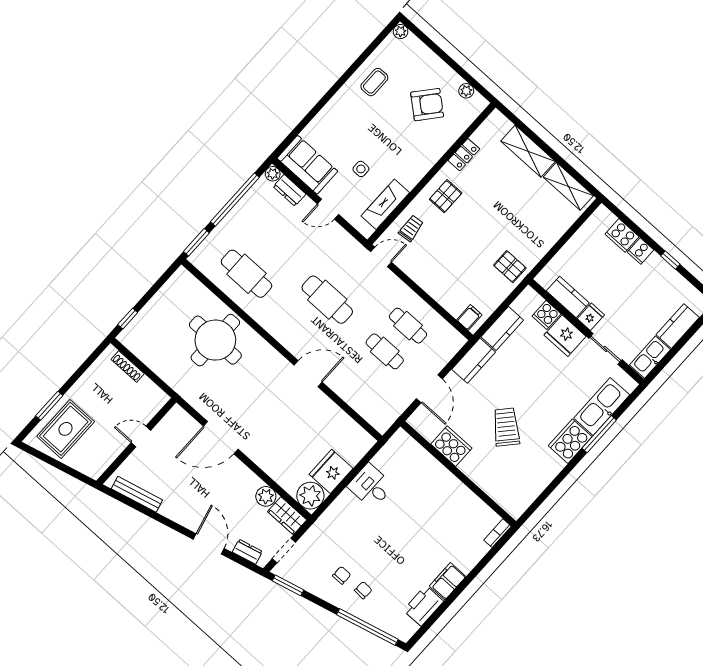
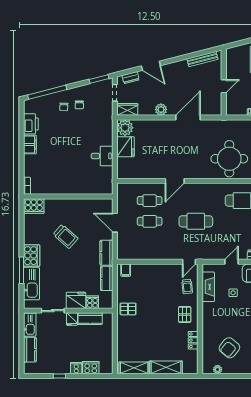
cafe table: (408, 326) -> (150, 201), moved
cooker: (451, 446) -> (34, 206), moved
plant: (266, 496) -> (161, 110), moved

